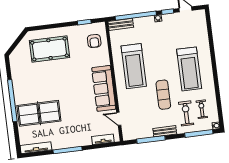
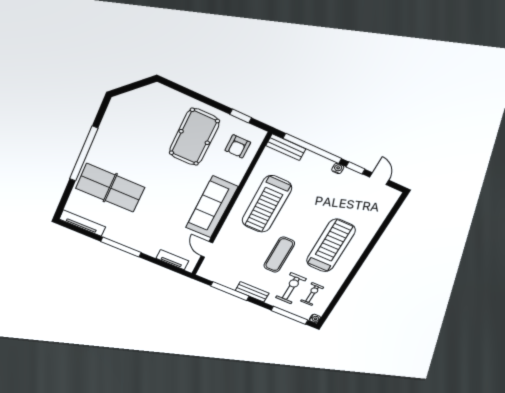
pool table: (49, 49) -> (194, 137), moved, turned 90
treadmill: (189, 69) -> (331, 246), turned 180

